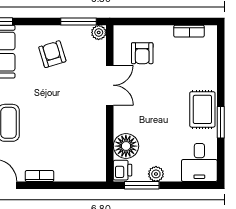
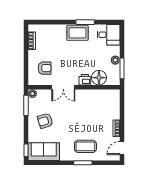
double door: (110, 85) -> (63, 87), swing flipped
printer: (122, 170) -> (85, 80), moved

